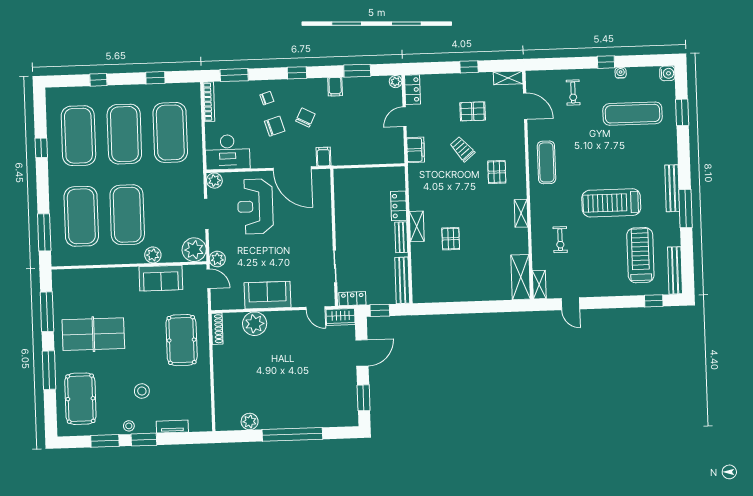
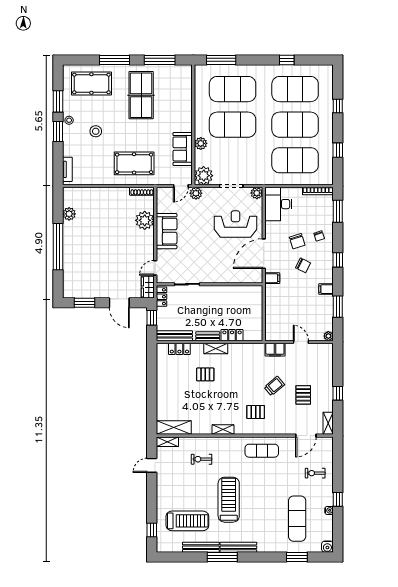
locker: (412, 90) -> (179, 349), moved
bench: (675, 270) -> (201, 547), moved
tv unit: (172, 427) -> (67, 169), moved

